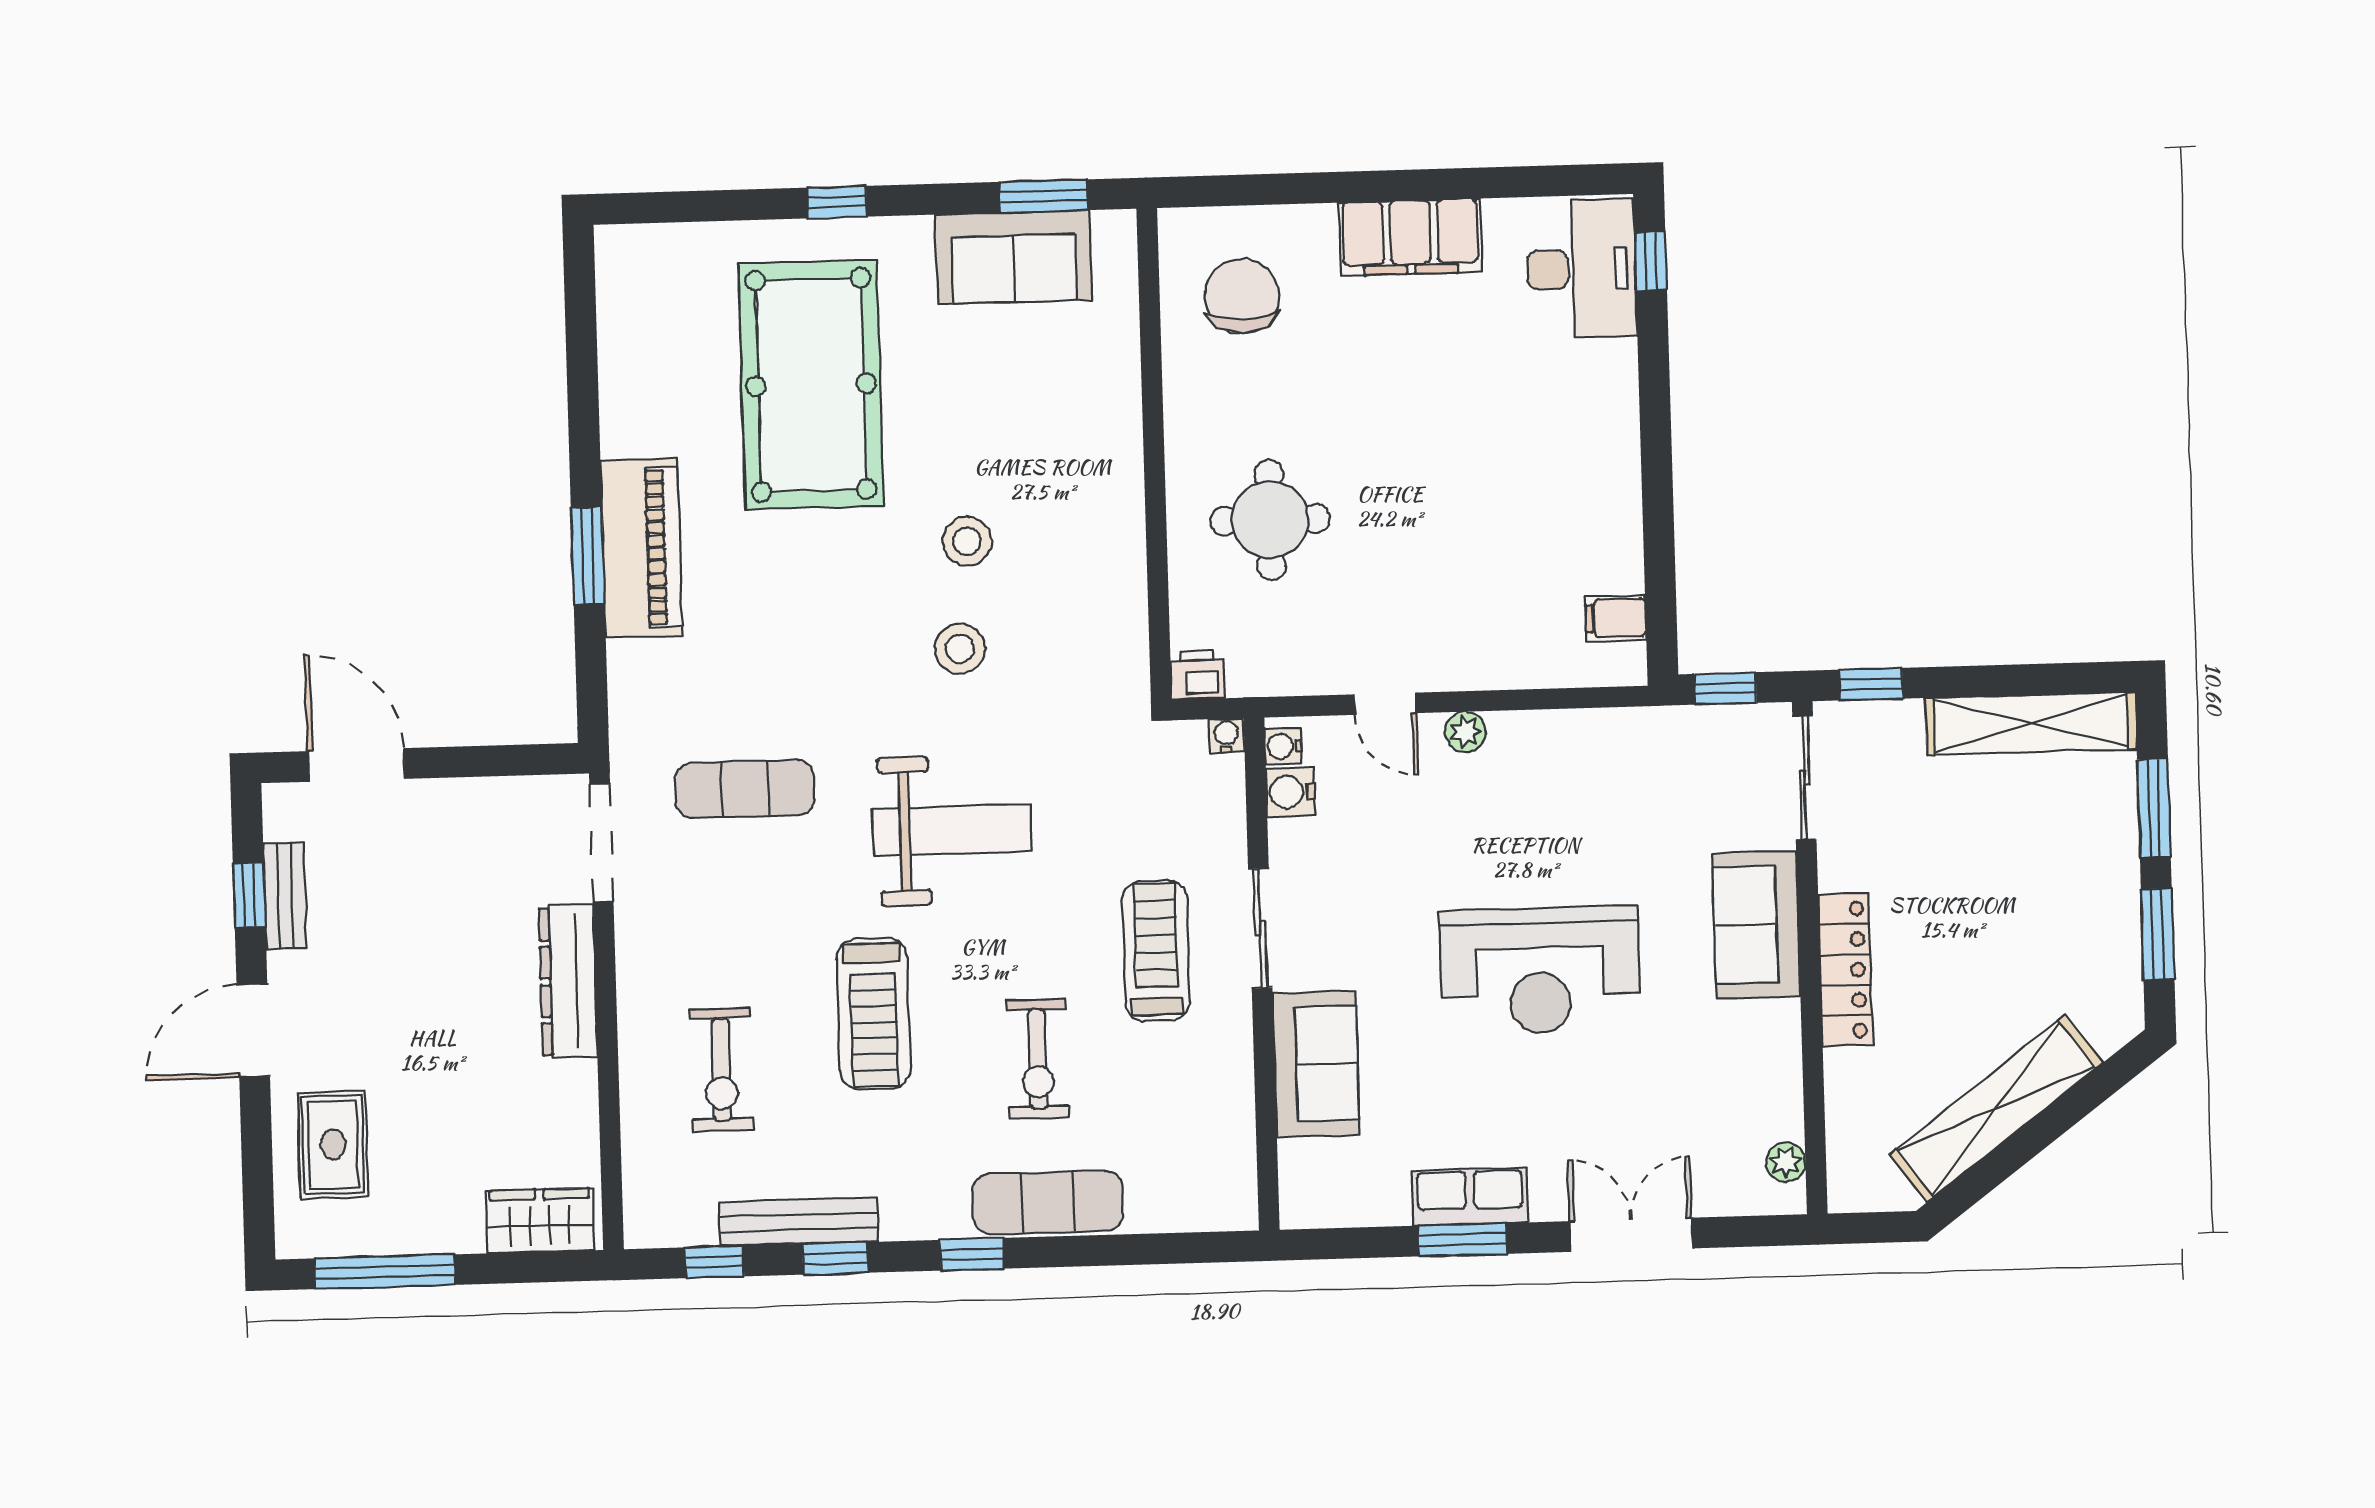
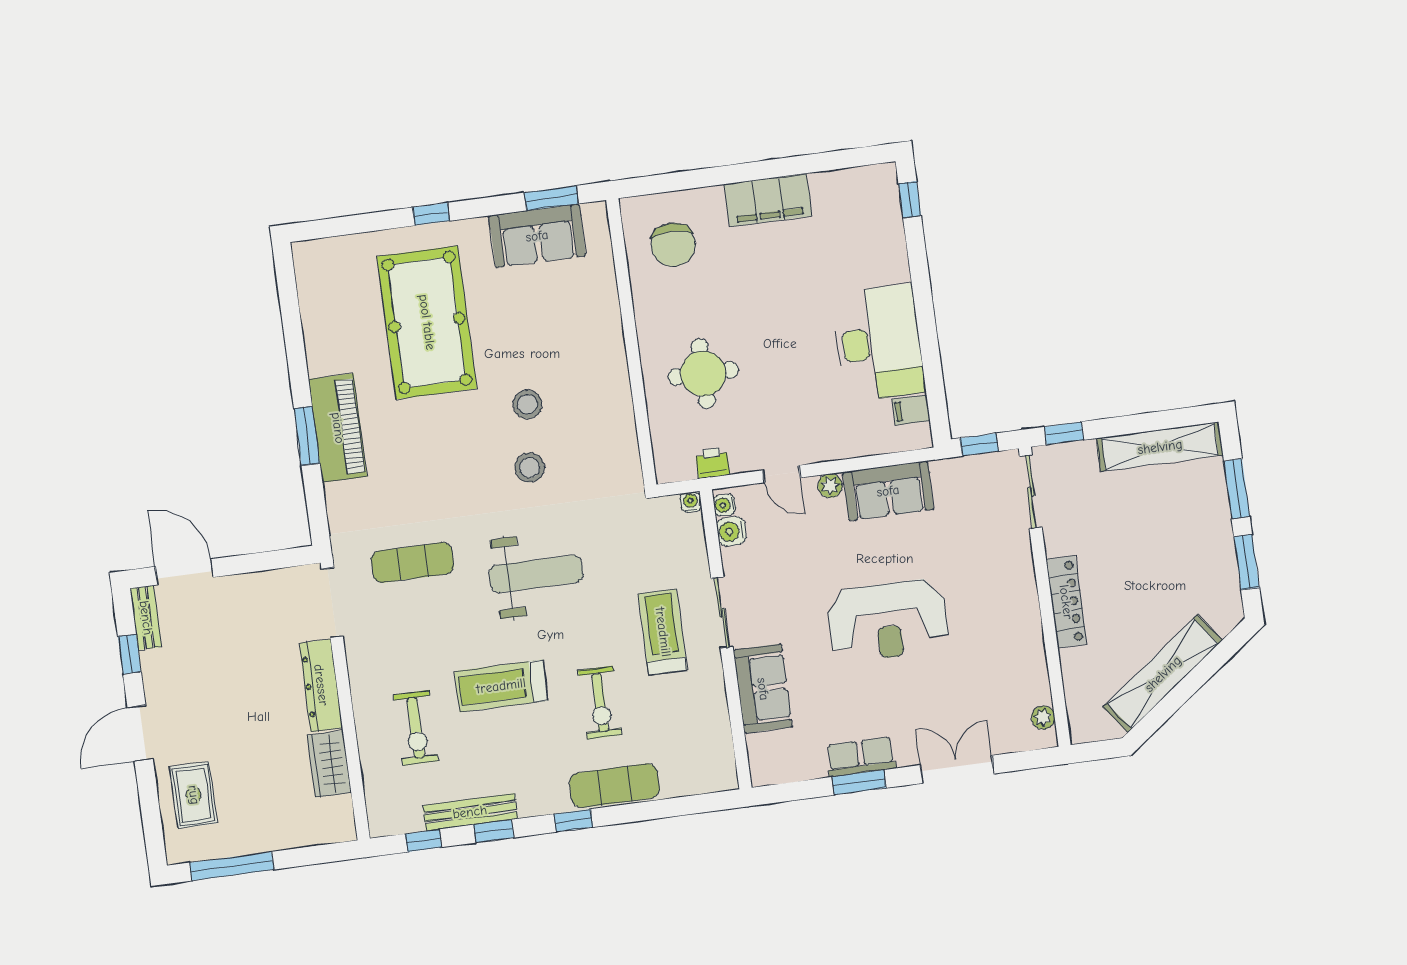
desk: (1581, 269) -> (878, 343), moved, width x1.36, depth x1.30
chair: (1242, 296) -> (673, 245), turned 180
printer: (1197, 675) -> (713, 463), moved
bench: (285, 896) -> (146, 618), moved
sofa: (1756, 925) -> (888, 491), moved, turned -90
treadmill: (873, 1013) -> (501, 686), turned 90
wardrobe: (540, 1221) -> (329, 764), moved, turned -90

